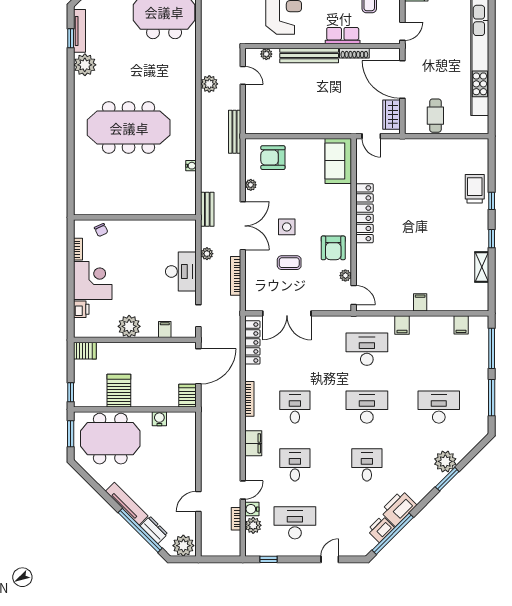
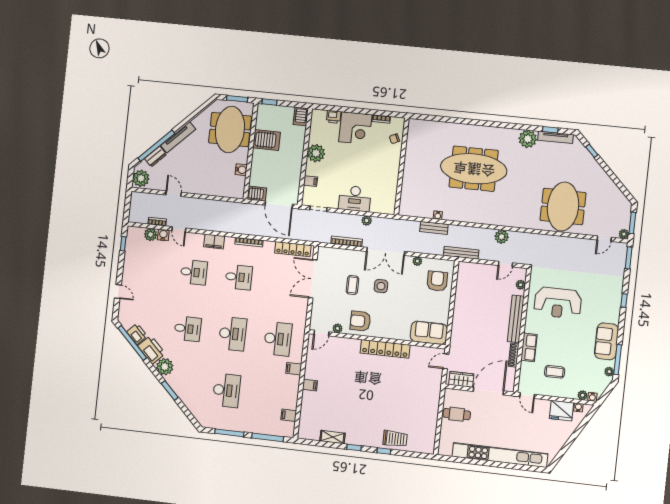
meeting table: (129, 128) -> (474, 169), turned 90
bench: (207, 209) -> (434, 228), moved
plant: (445, 461) -> (165, 367), moved
desk: (295, 523) -> (149, 267), removed

